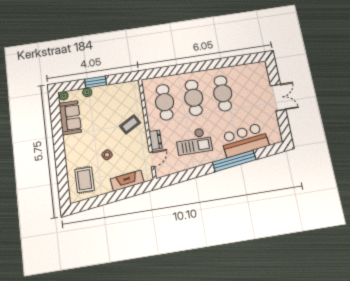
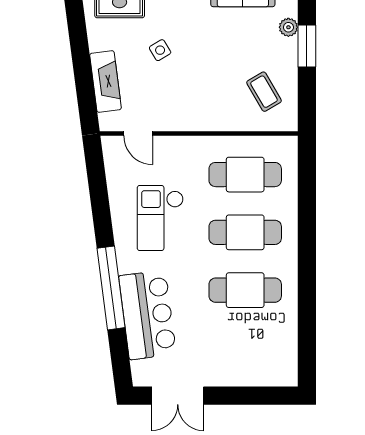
double door: (278, 97) -> (178, 396), moved
coffee table: (130, 124) -> (264, 92), moved
dresser: (155, 140) -> (174, 146), removed

